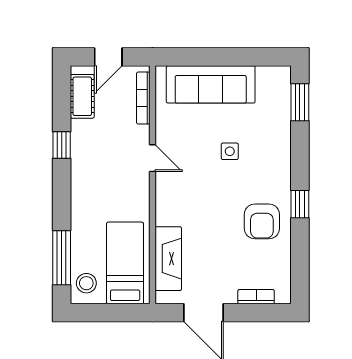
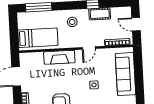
cot: (82, 96) -> (100, 14), moved
fireplace: (168, 259) -> (59, 57), moved
stool: (86, 283) -> (72, 22), moved

